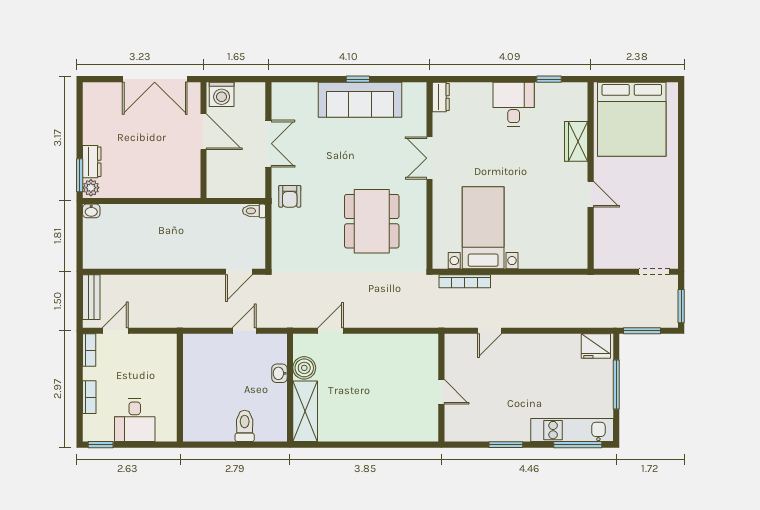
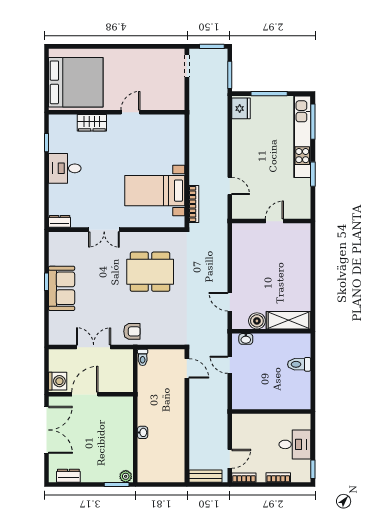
sofa: (360, 100) -> (62, 288), width x0.73
dresser: (92, 162) -> (68, 476), moved
washbasin: (91, 211) -> (143, 432), moved
door: (115, 331) -> (230, 459), swing flipped
washbasin: (279, 373) -> (246, 339), moved
kitchen unit: (572, 430) -> (302, 137), width x1.36

